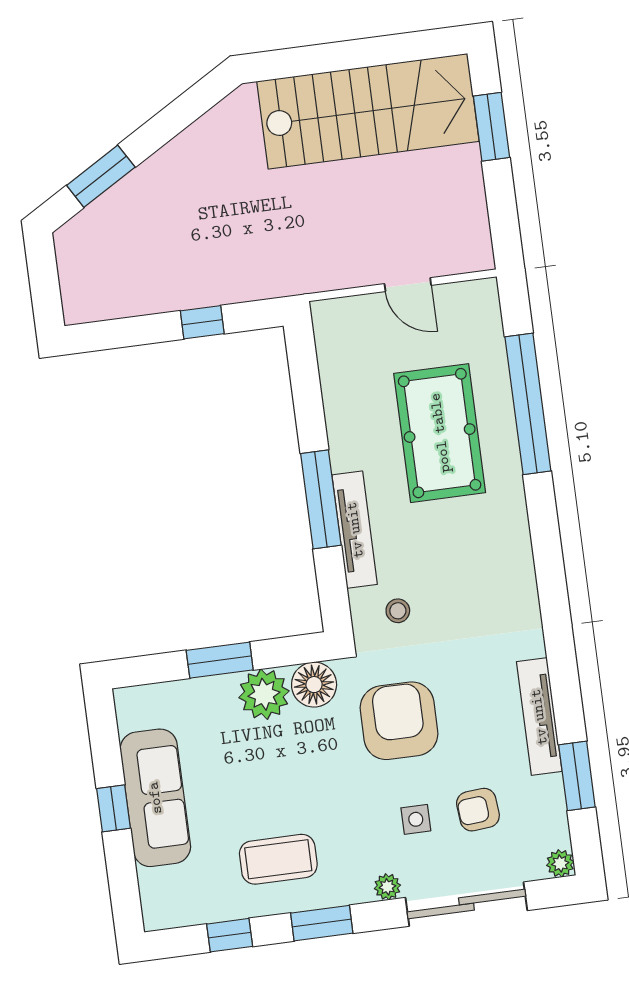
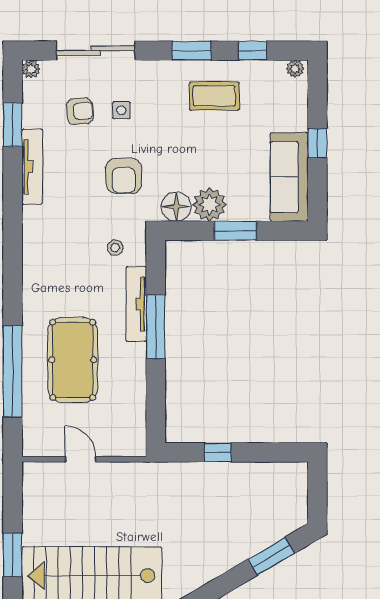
armchair: (399, 721) -> (124, 176), width x0.73, depth x0.73
sofa: (155, 798) -> (289, 177), moved
plant: (387, 887) -> (295, 69), moved

